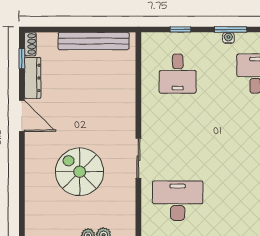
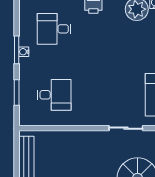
window: (181, 29) -> (17, 92), width x1.50

